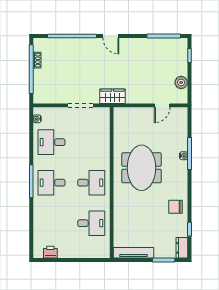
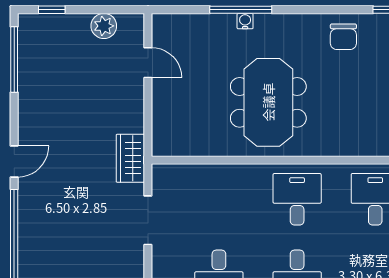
meeting table: (142, 168) -> (268, 102), turned 90

